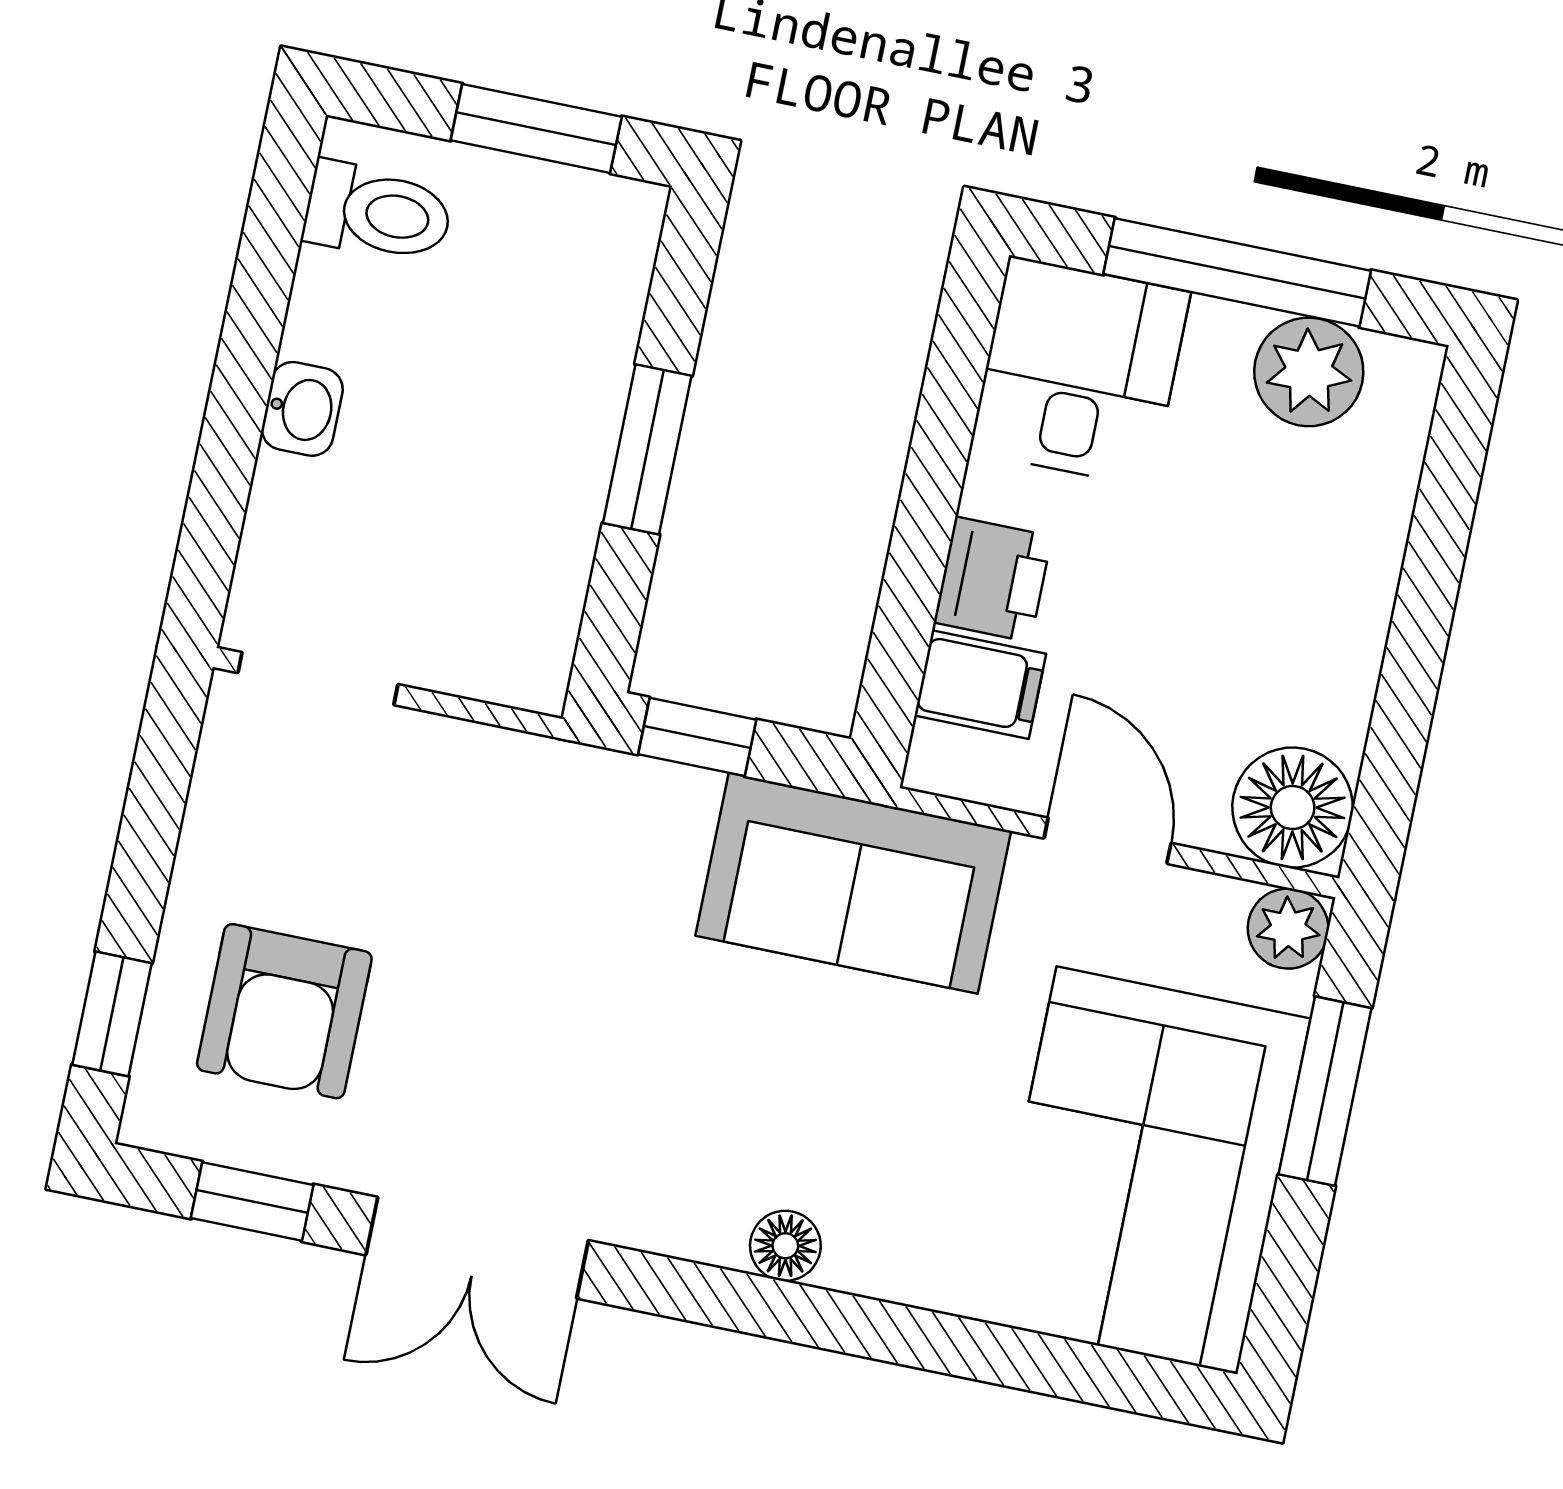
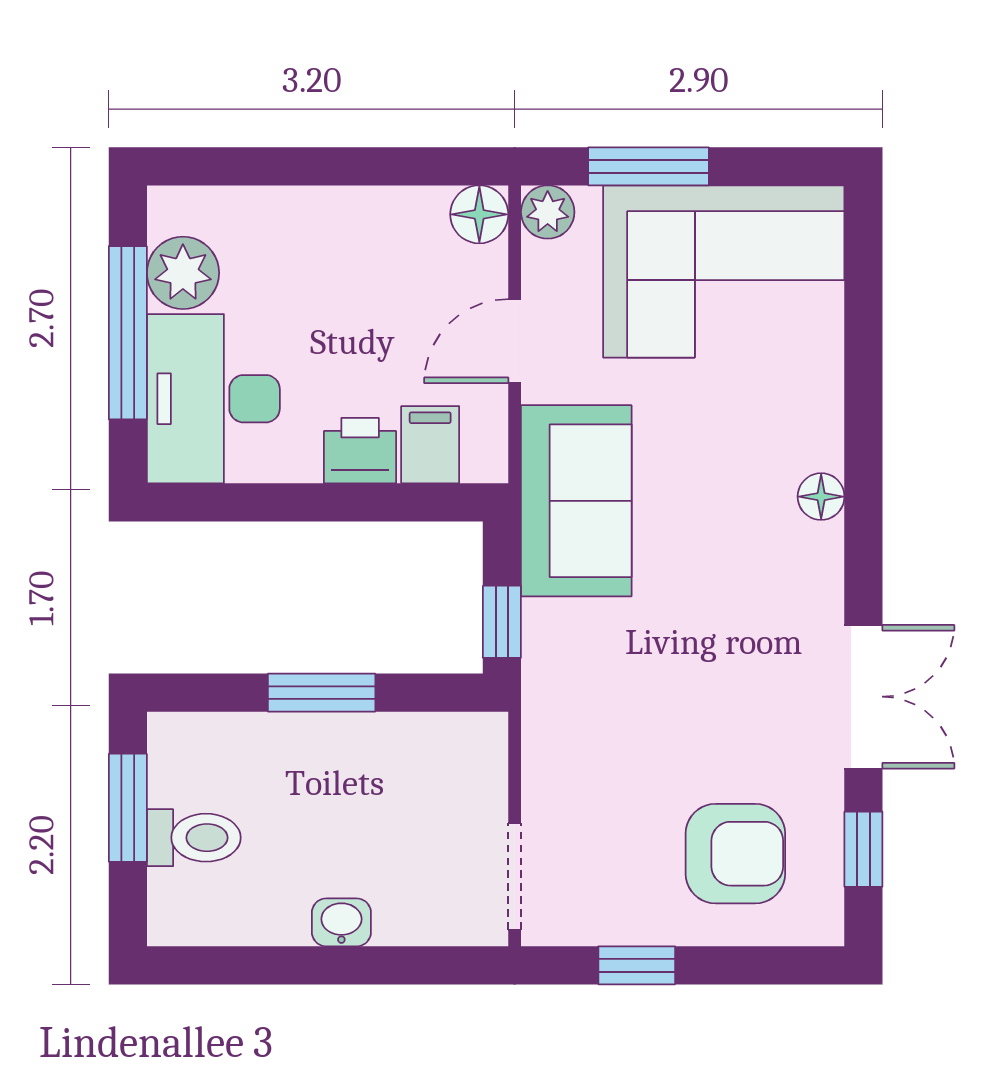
toilet: (378, 213) -> (194, 838), moved, turned 90
desk: (1080, 372) -> (213, 399), width x1.37
floor lamp: (1293, 808) -> (479, 214), width x0.73, depth x0.73
window: (112, 1014) -> (637, 965), moved

